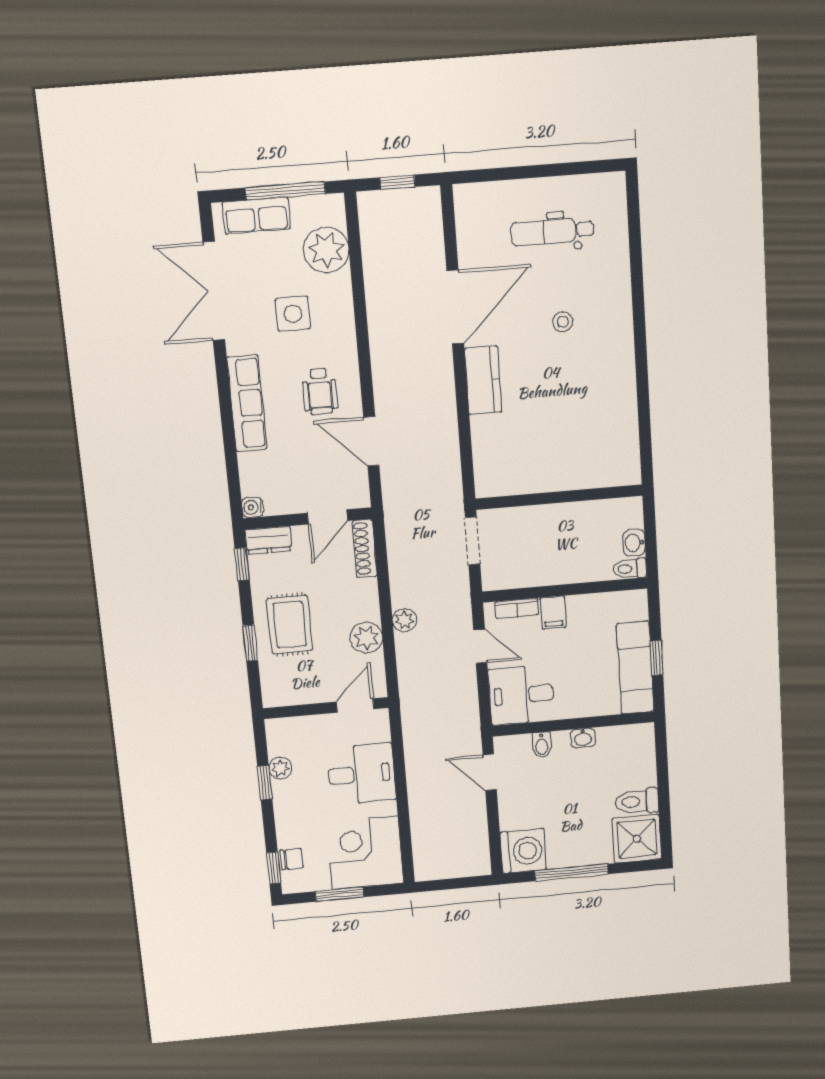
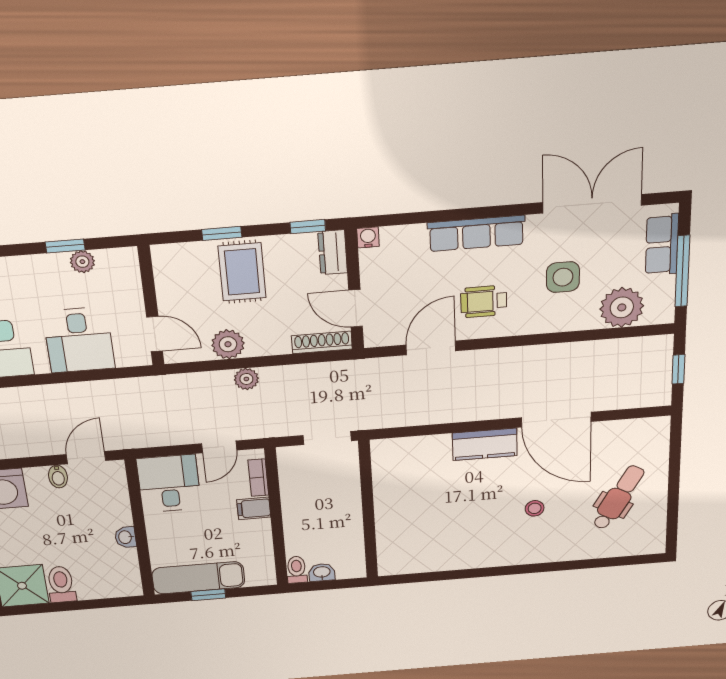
dental chair: (552, 232) -> (618, 498), turned 30
rug: (290, 625) -> (242, 272), turned 90
bidet: (542, 745) -> (58, 477), moved, turned -90

